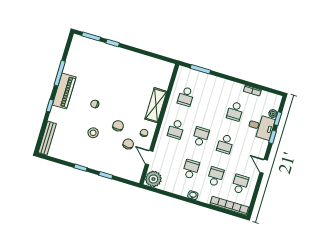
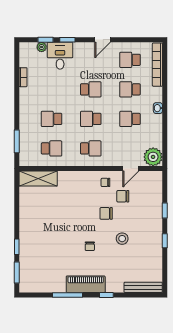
shelving: (156, 105) -> (38, 179), moved
school desk: (235, 111) -> (52, 119), moved, turned 180

